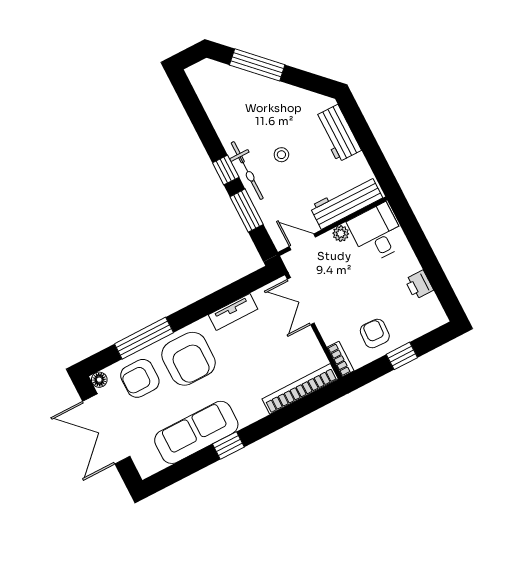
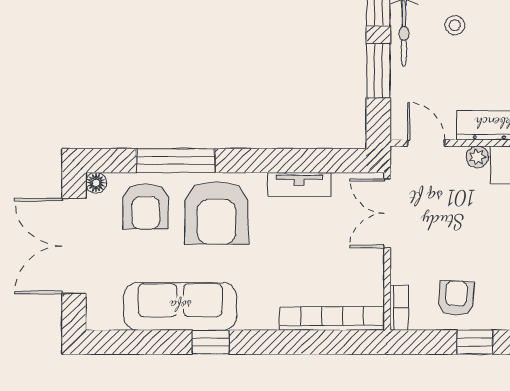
armchair: (140, 378) -> (146, 206), turned -90

